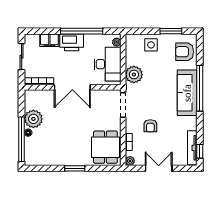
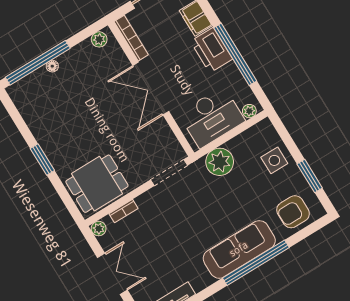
armchair: (185, 52) -> (293, 212), turned -90
plant: (33, 119) -> (99, 39), moved, width x0.53, depth x0.53
armchair: (150, 126) -> (163, 227), removed

